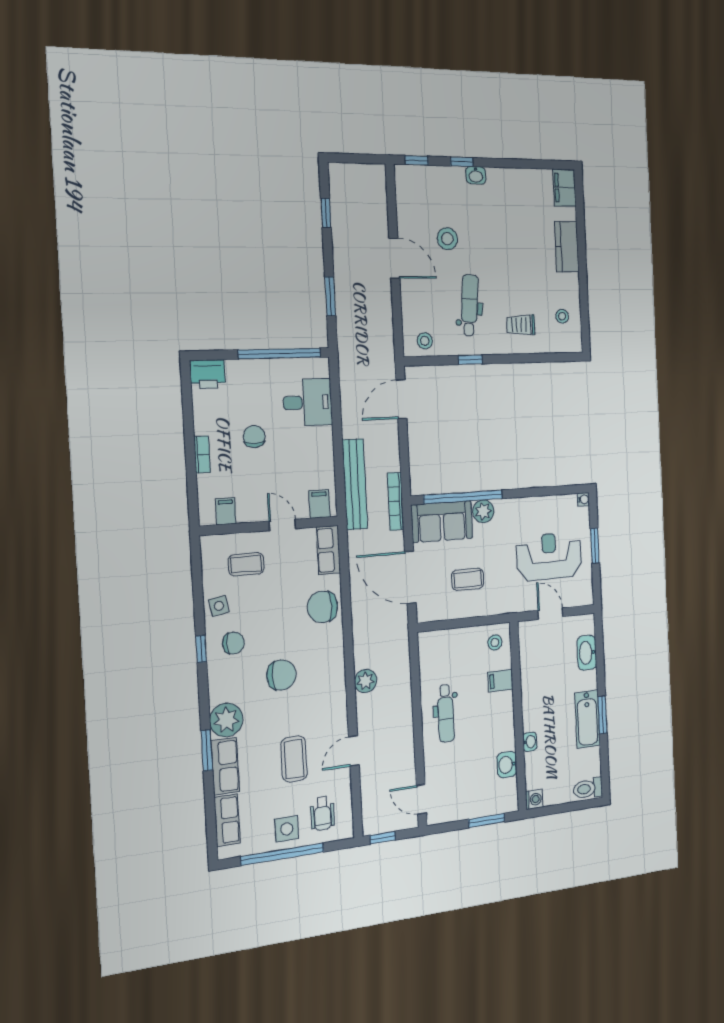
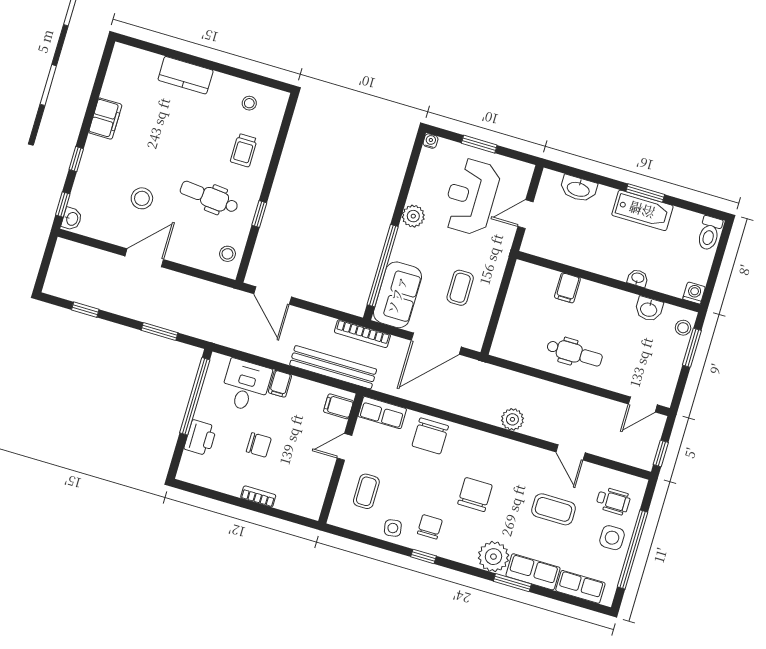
washbasin: (476, 175) -> (72, 219), moved
filing cabinet: (564, 188) -> (105, 119), moved, turned -90
printer: (208, 374) -> (200, 438), moved
chair: (254, 437) -> (259, 445), turned 180
filing cabinet: (226, 511) -> (280, 384), moved, turned -90
plant: (483, 511) -> (413, 216), moved
stool: (495, 642) -> (683, 328), moved

